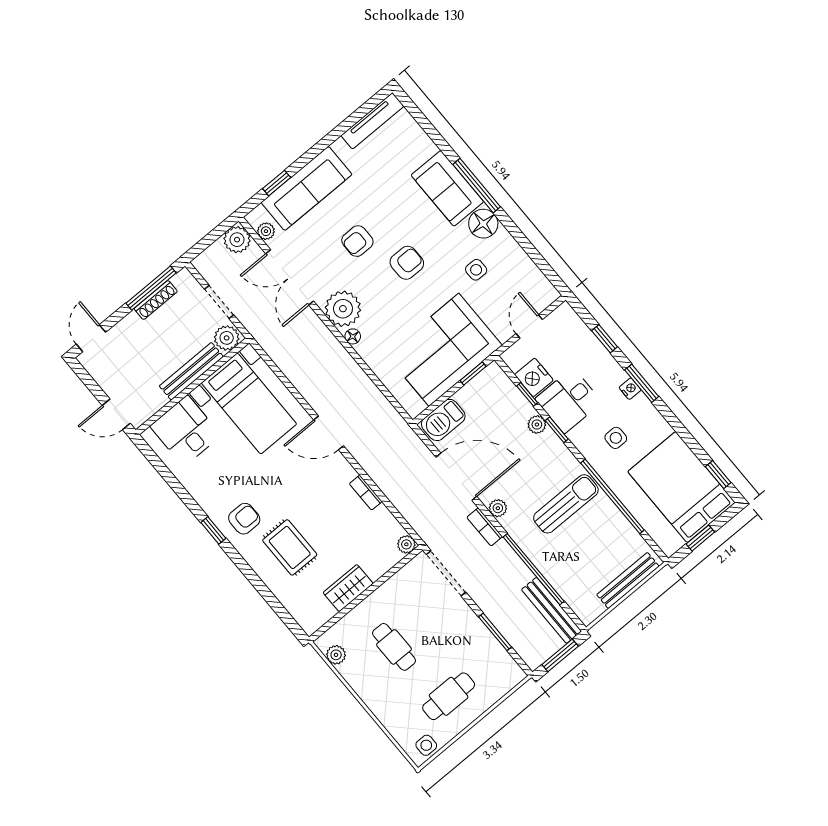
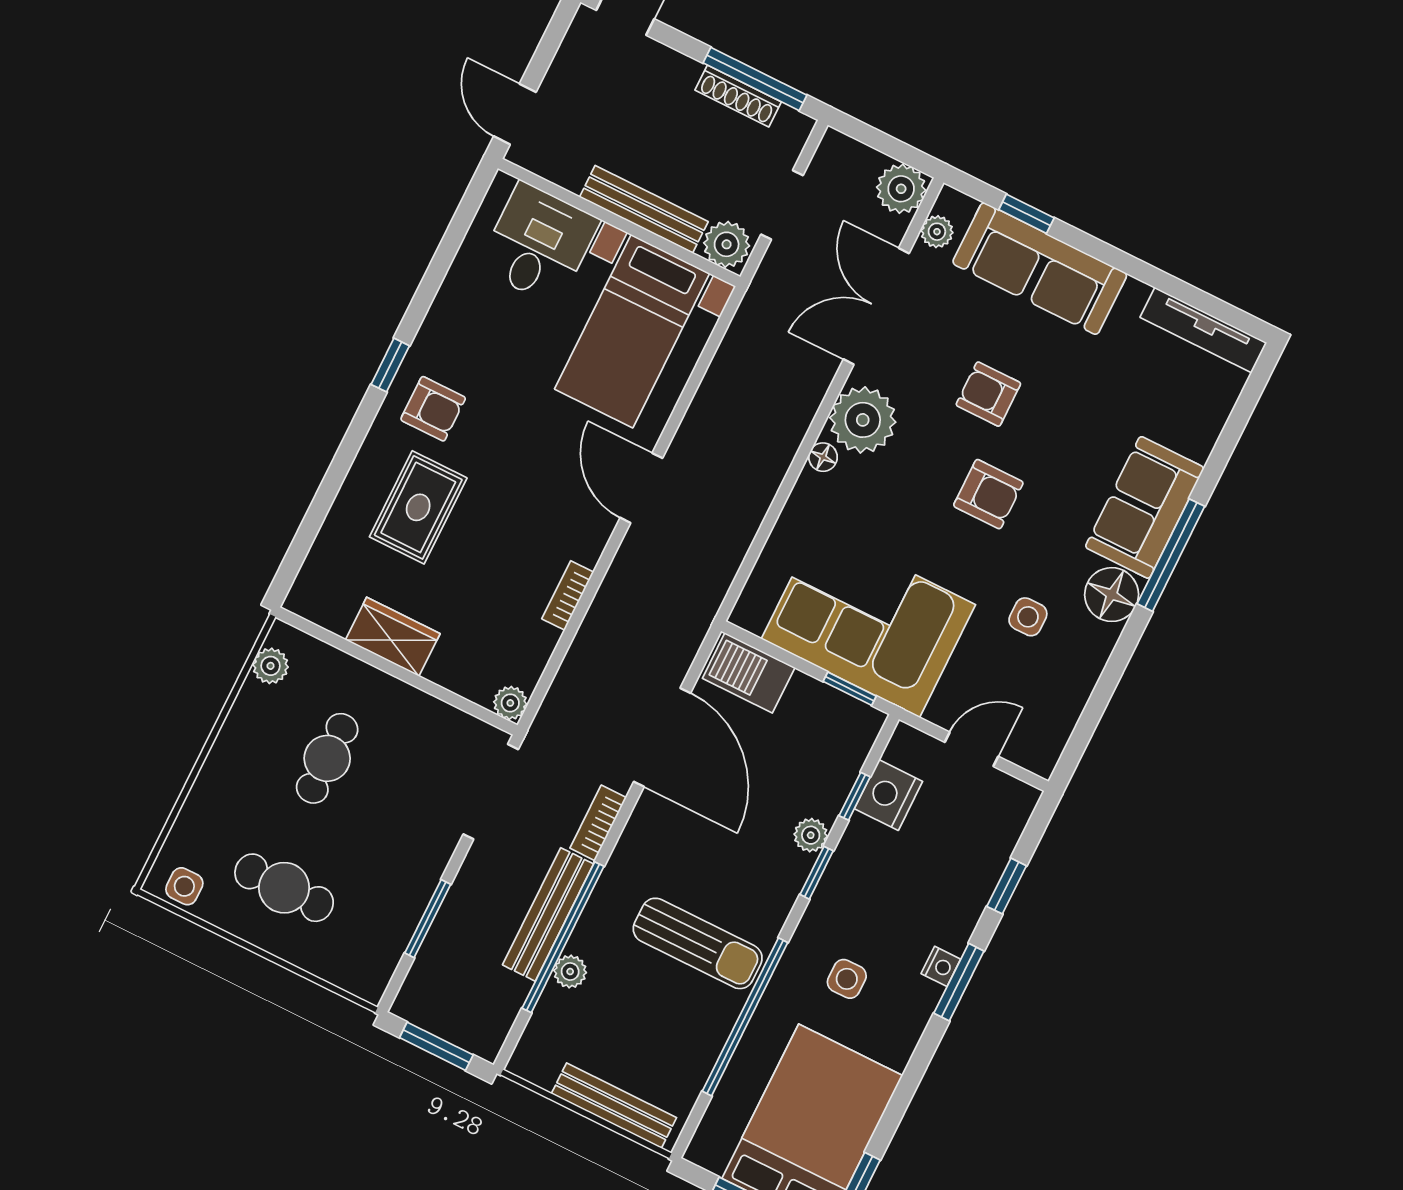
desk: (569, 400) -> (875, 871), removed
plant: (498, 508) -> (570, 972), moved
bench: (551, 610) -> (548, 914), moved

